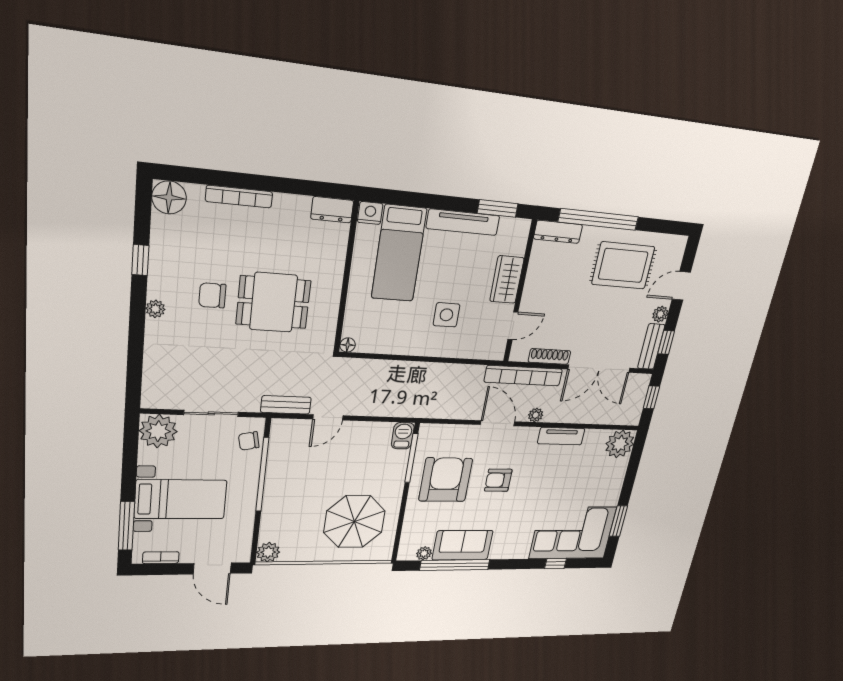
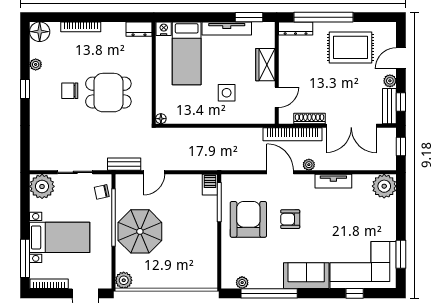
window: (140, 260) -> (25, 89), moved
plant: (155, 309) -> (36, 64), moved
parasol: (354, 522) -> (140, 231), moved
sofa: (463, 545) -> (306, 276), moved
bookcase: (161, 558) -> (49, 284), width x1.56

